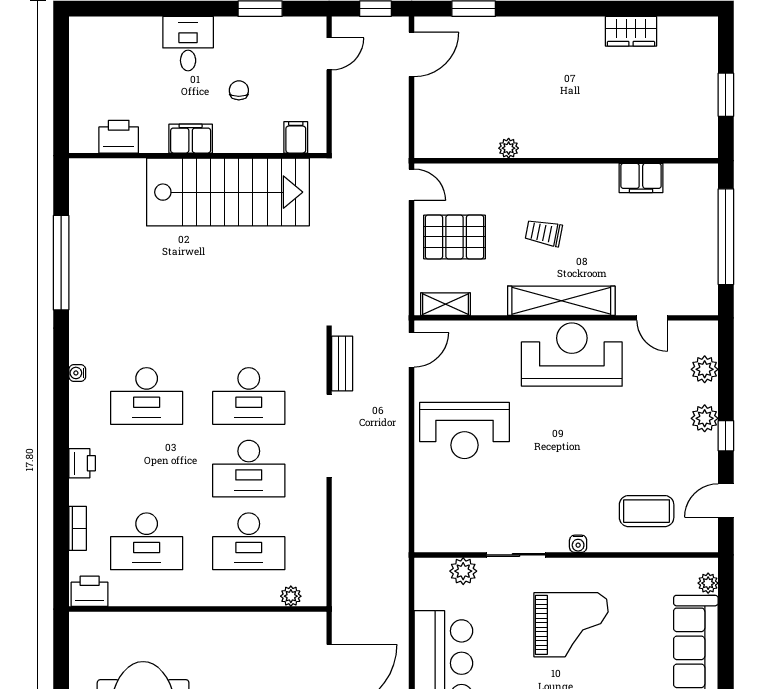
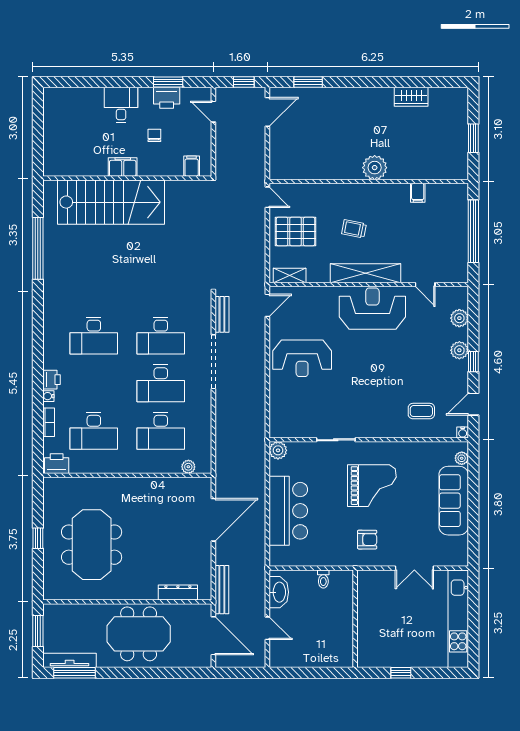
door: (329, 54) -> (213, 112), swing flipped
printer: (119, 137) -> (167, 98), moved, turned 180
plant: (509, 148) -> (375, 168), moved, width x1.88, depth x1.88
filing cabinet: (641, 178) -> (418, 193), width x0.50
stairs: (228, 192) -> (111, 202), moved
water cooler: (77, 373) -> (48, 396), moved
coffee table: (647, 511) -> (421, 411), width x0.73, depth x0.77
water cooler: (578, 544) -> (463, 432), moved
plant: (463, 571) -> (278, 450), moved

